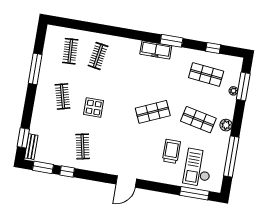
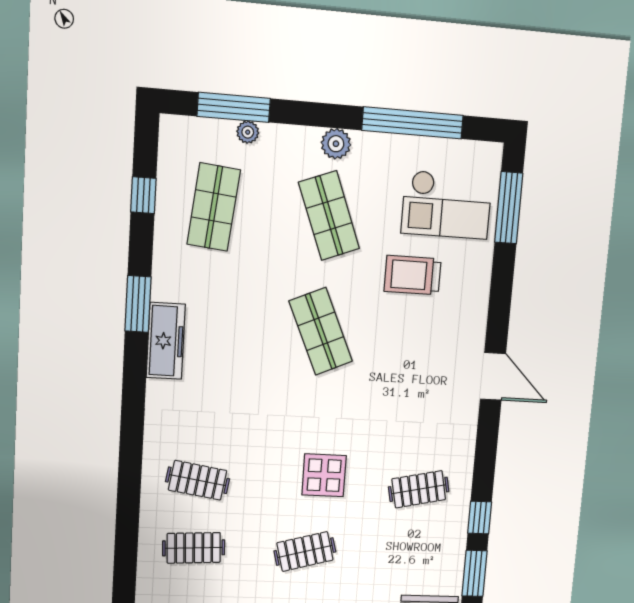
shop shelf: (198, 120) -> (329, 216), turned -33

